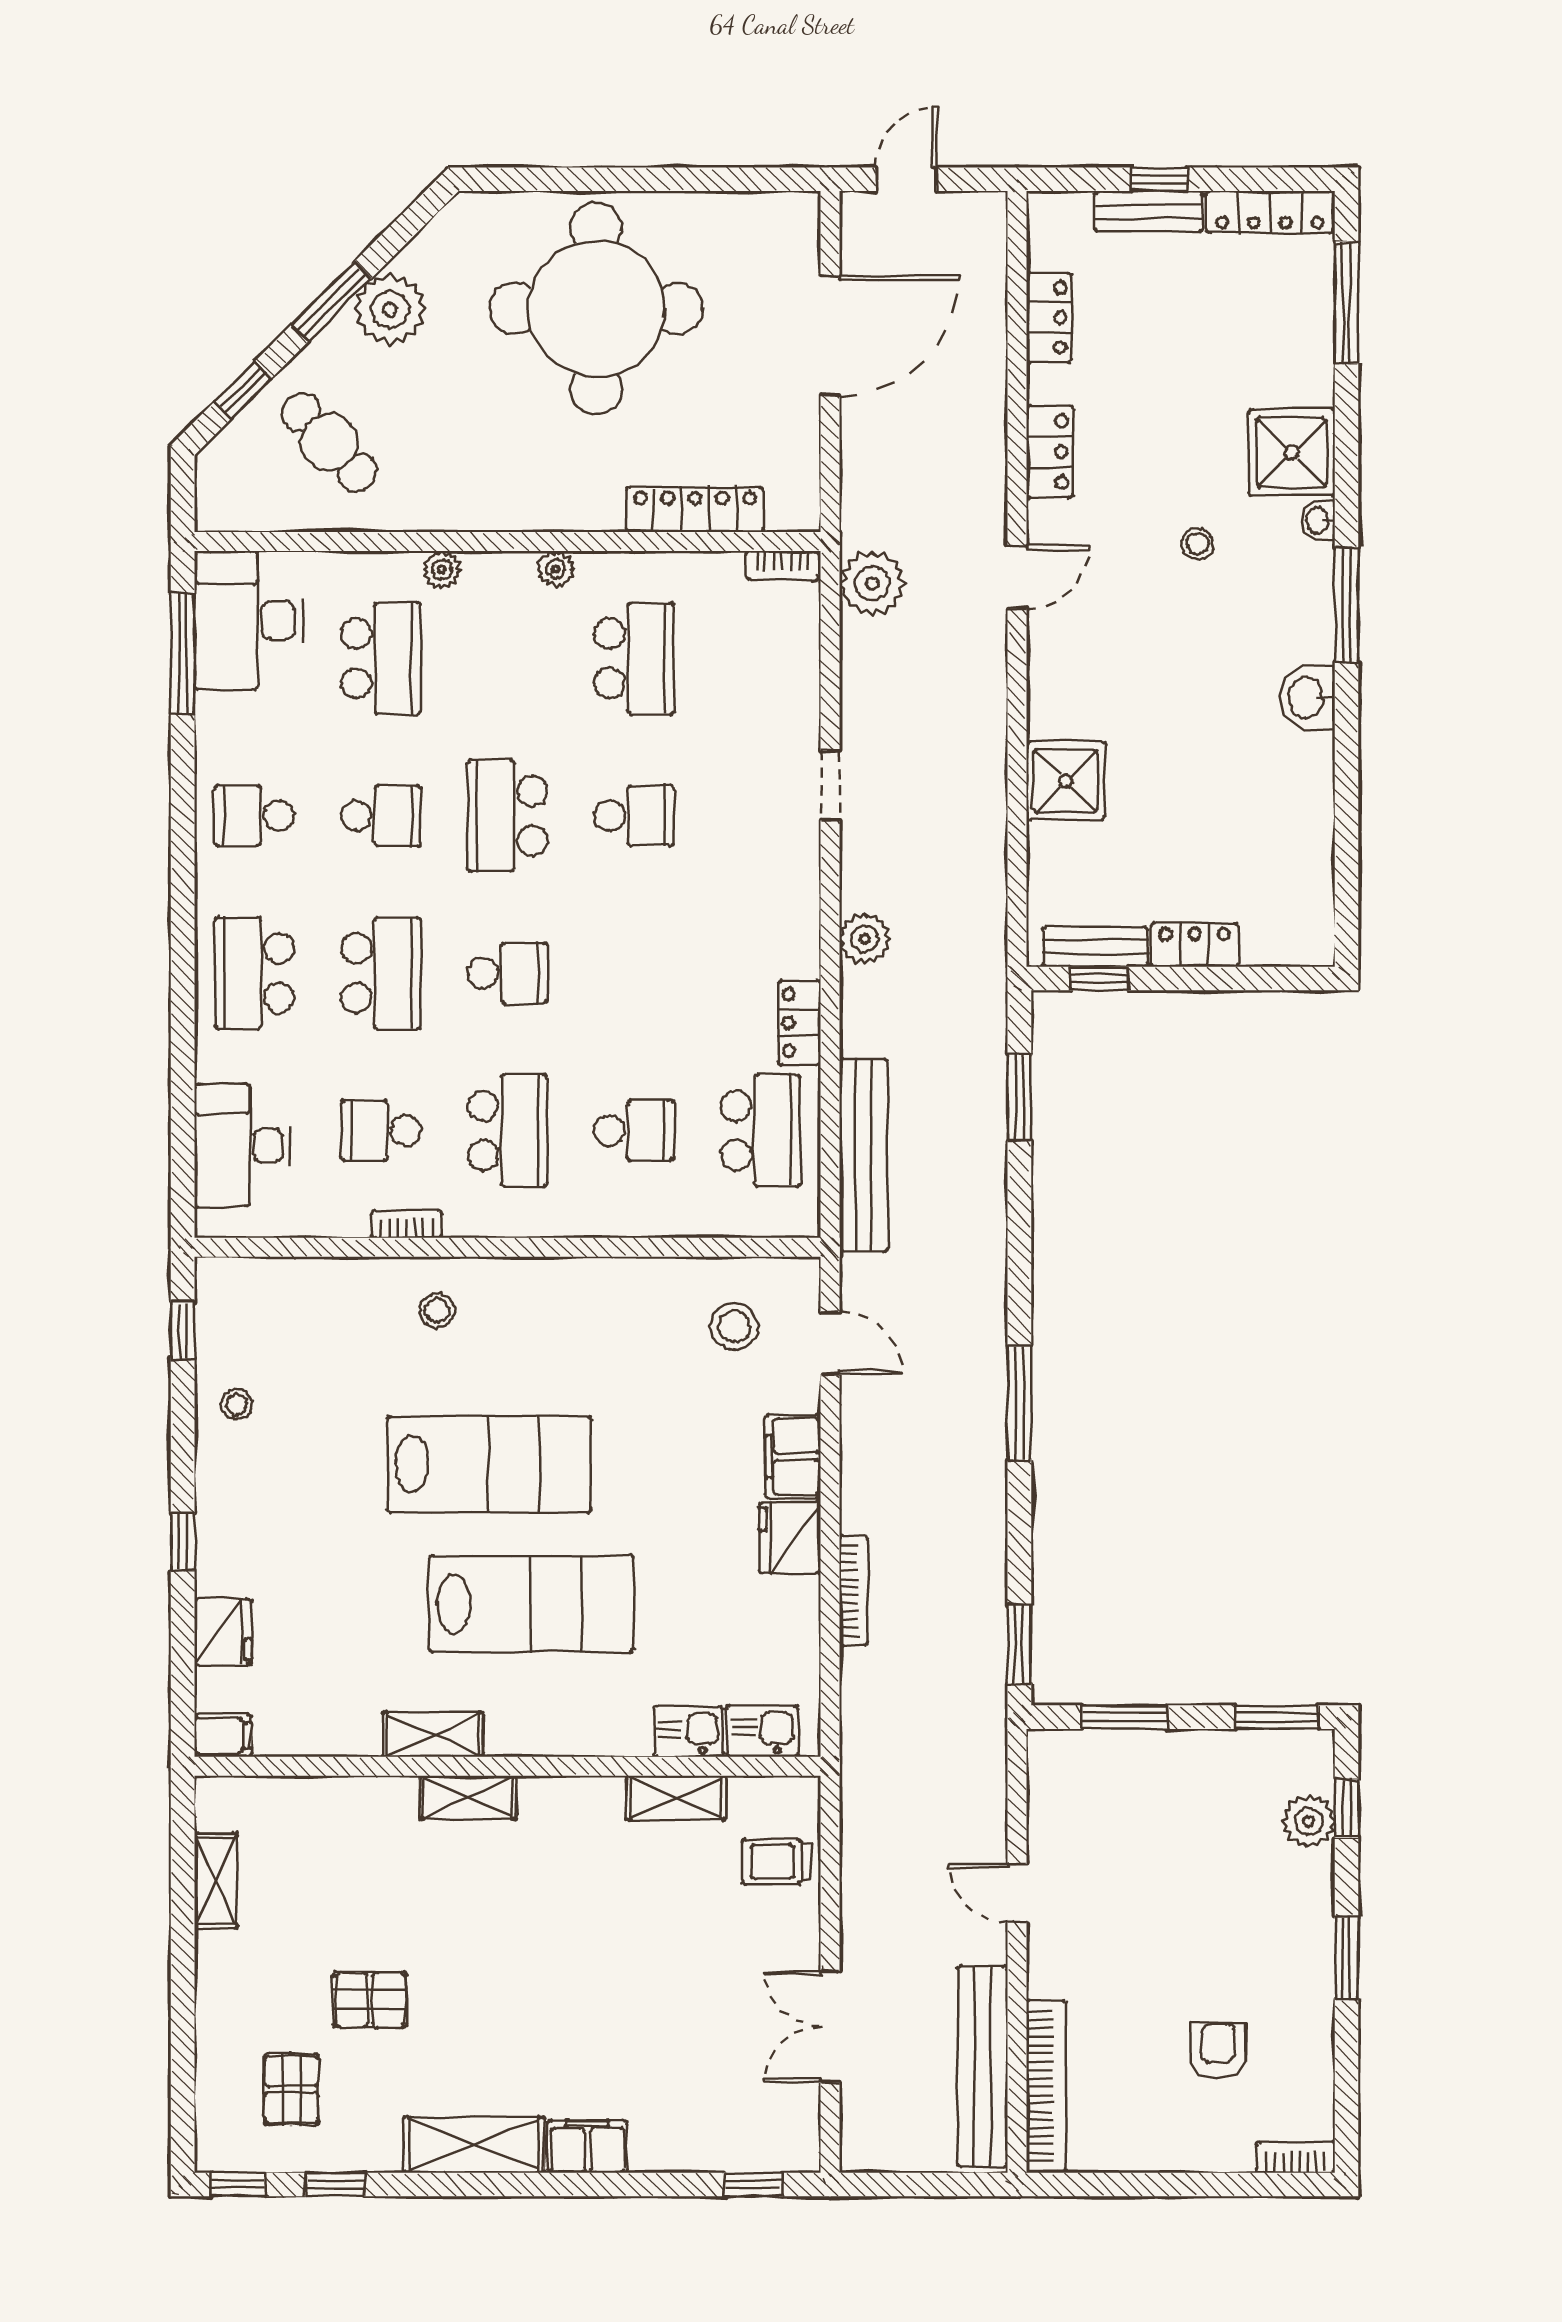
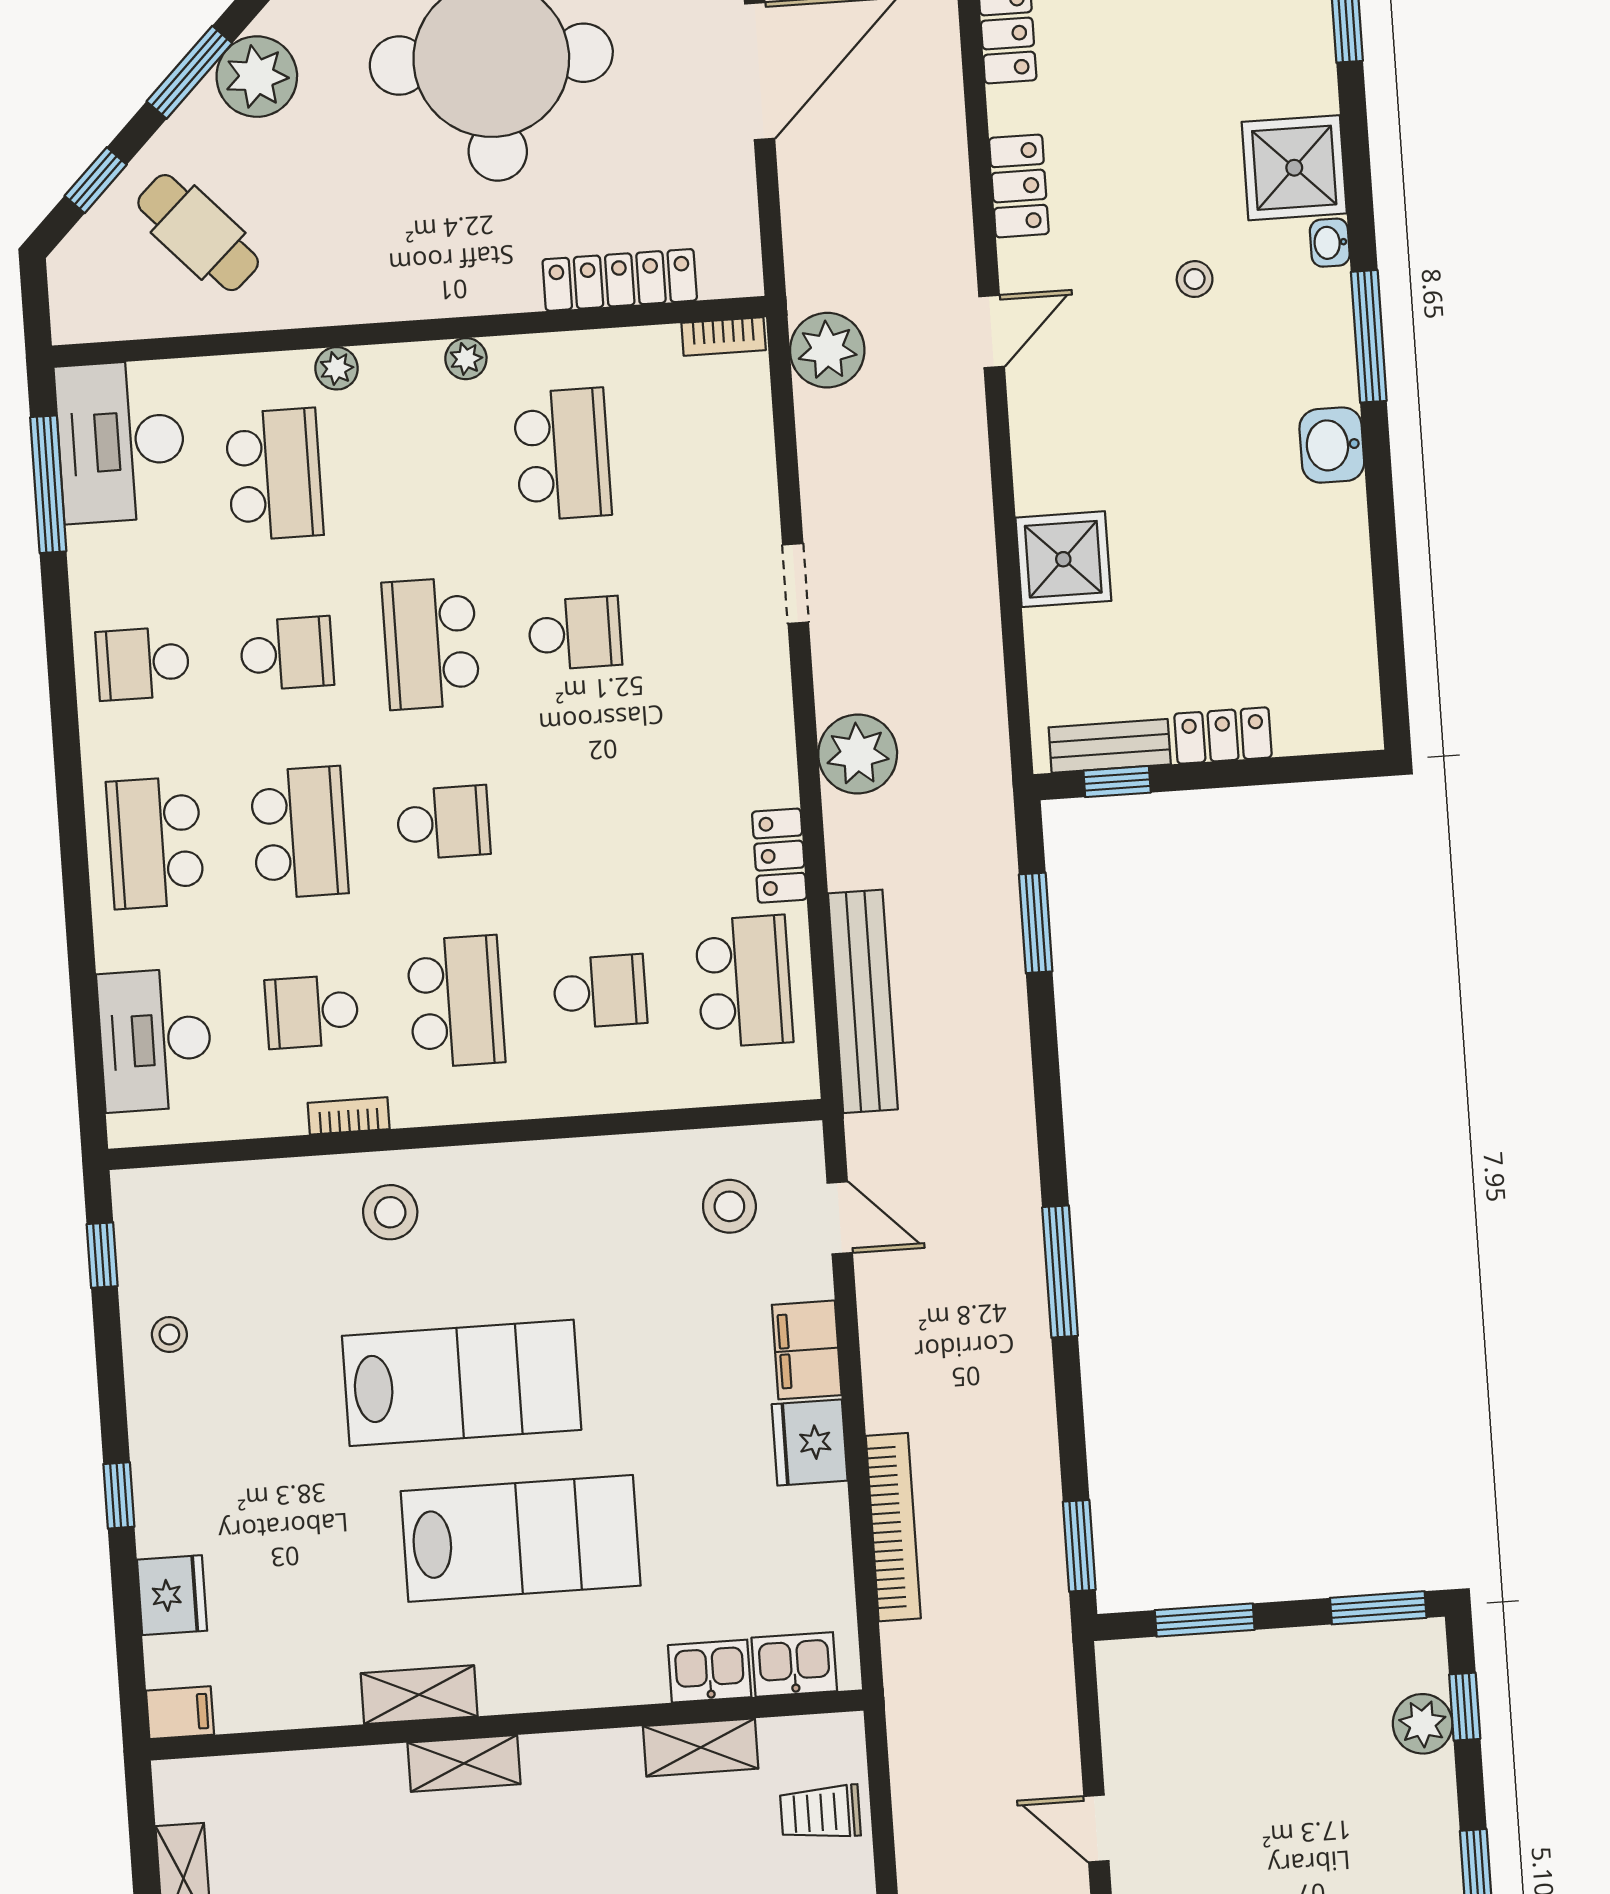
plant: (865, 939) -> (858, 754), width x1.36, depth x1.36
stool: (437, 1311) -> (390, 1212), width x1.37, depth x1.37
bookcase: (853, 1590) -> (893, 1527), width x1.48, depth x1.31

